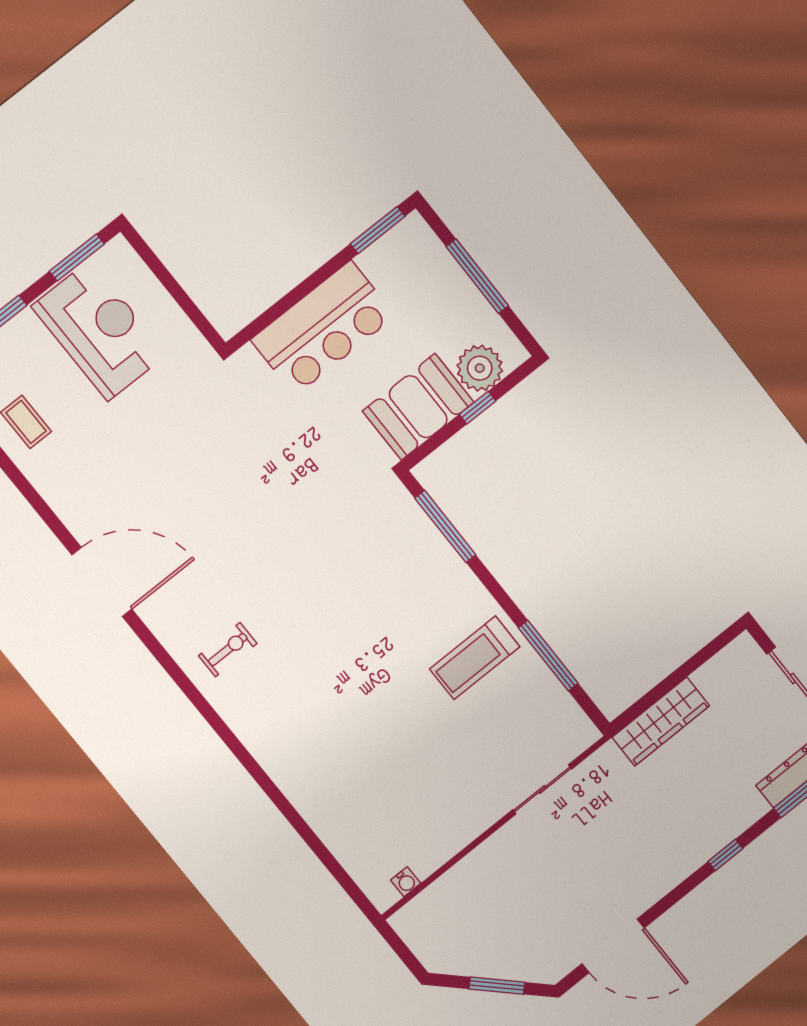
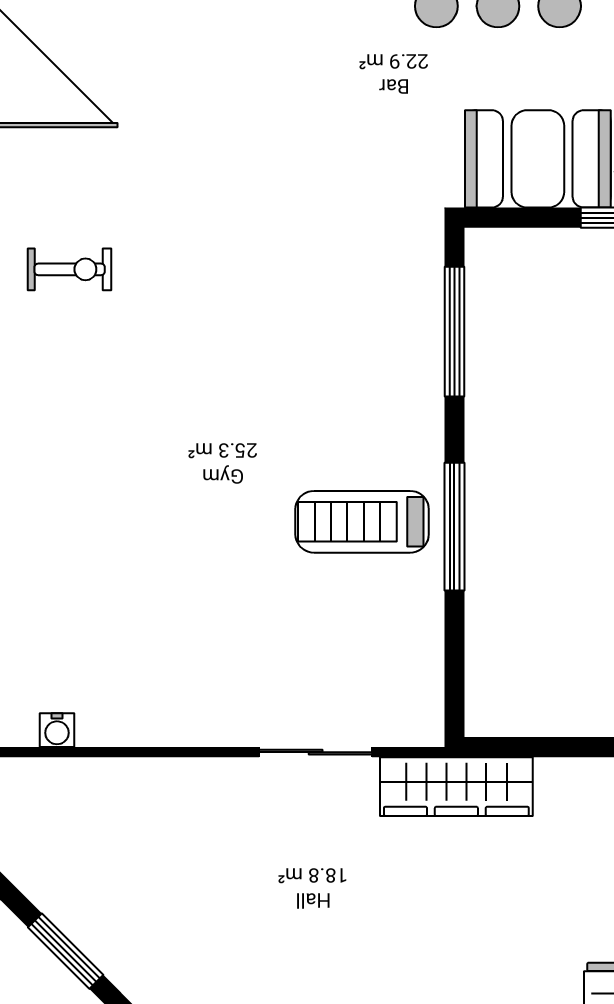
window: (548, 656) -> (454, 527), moved
wardrobe: (661, 721) -> (456, 787), moved

